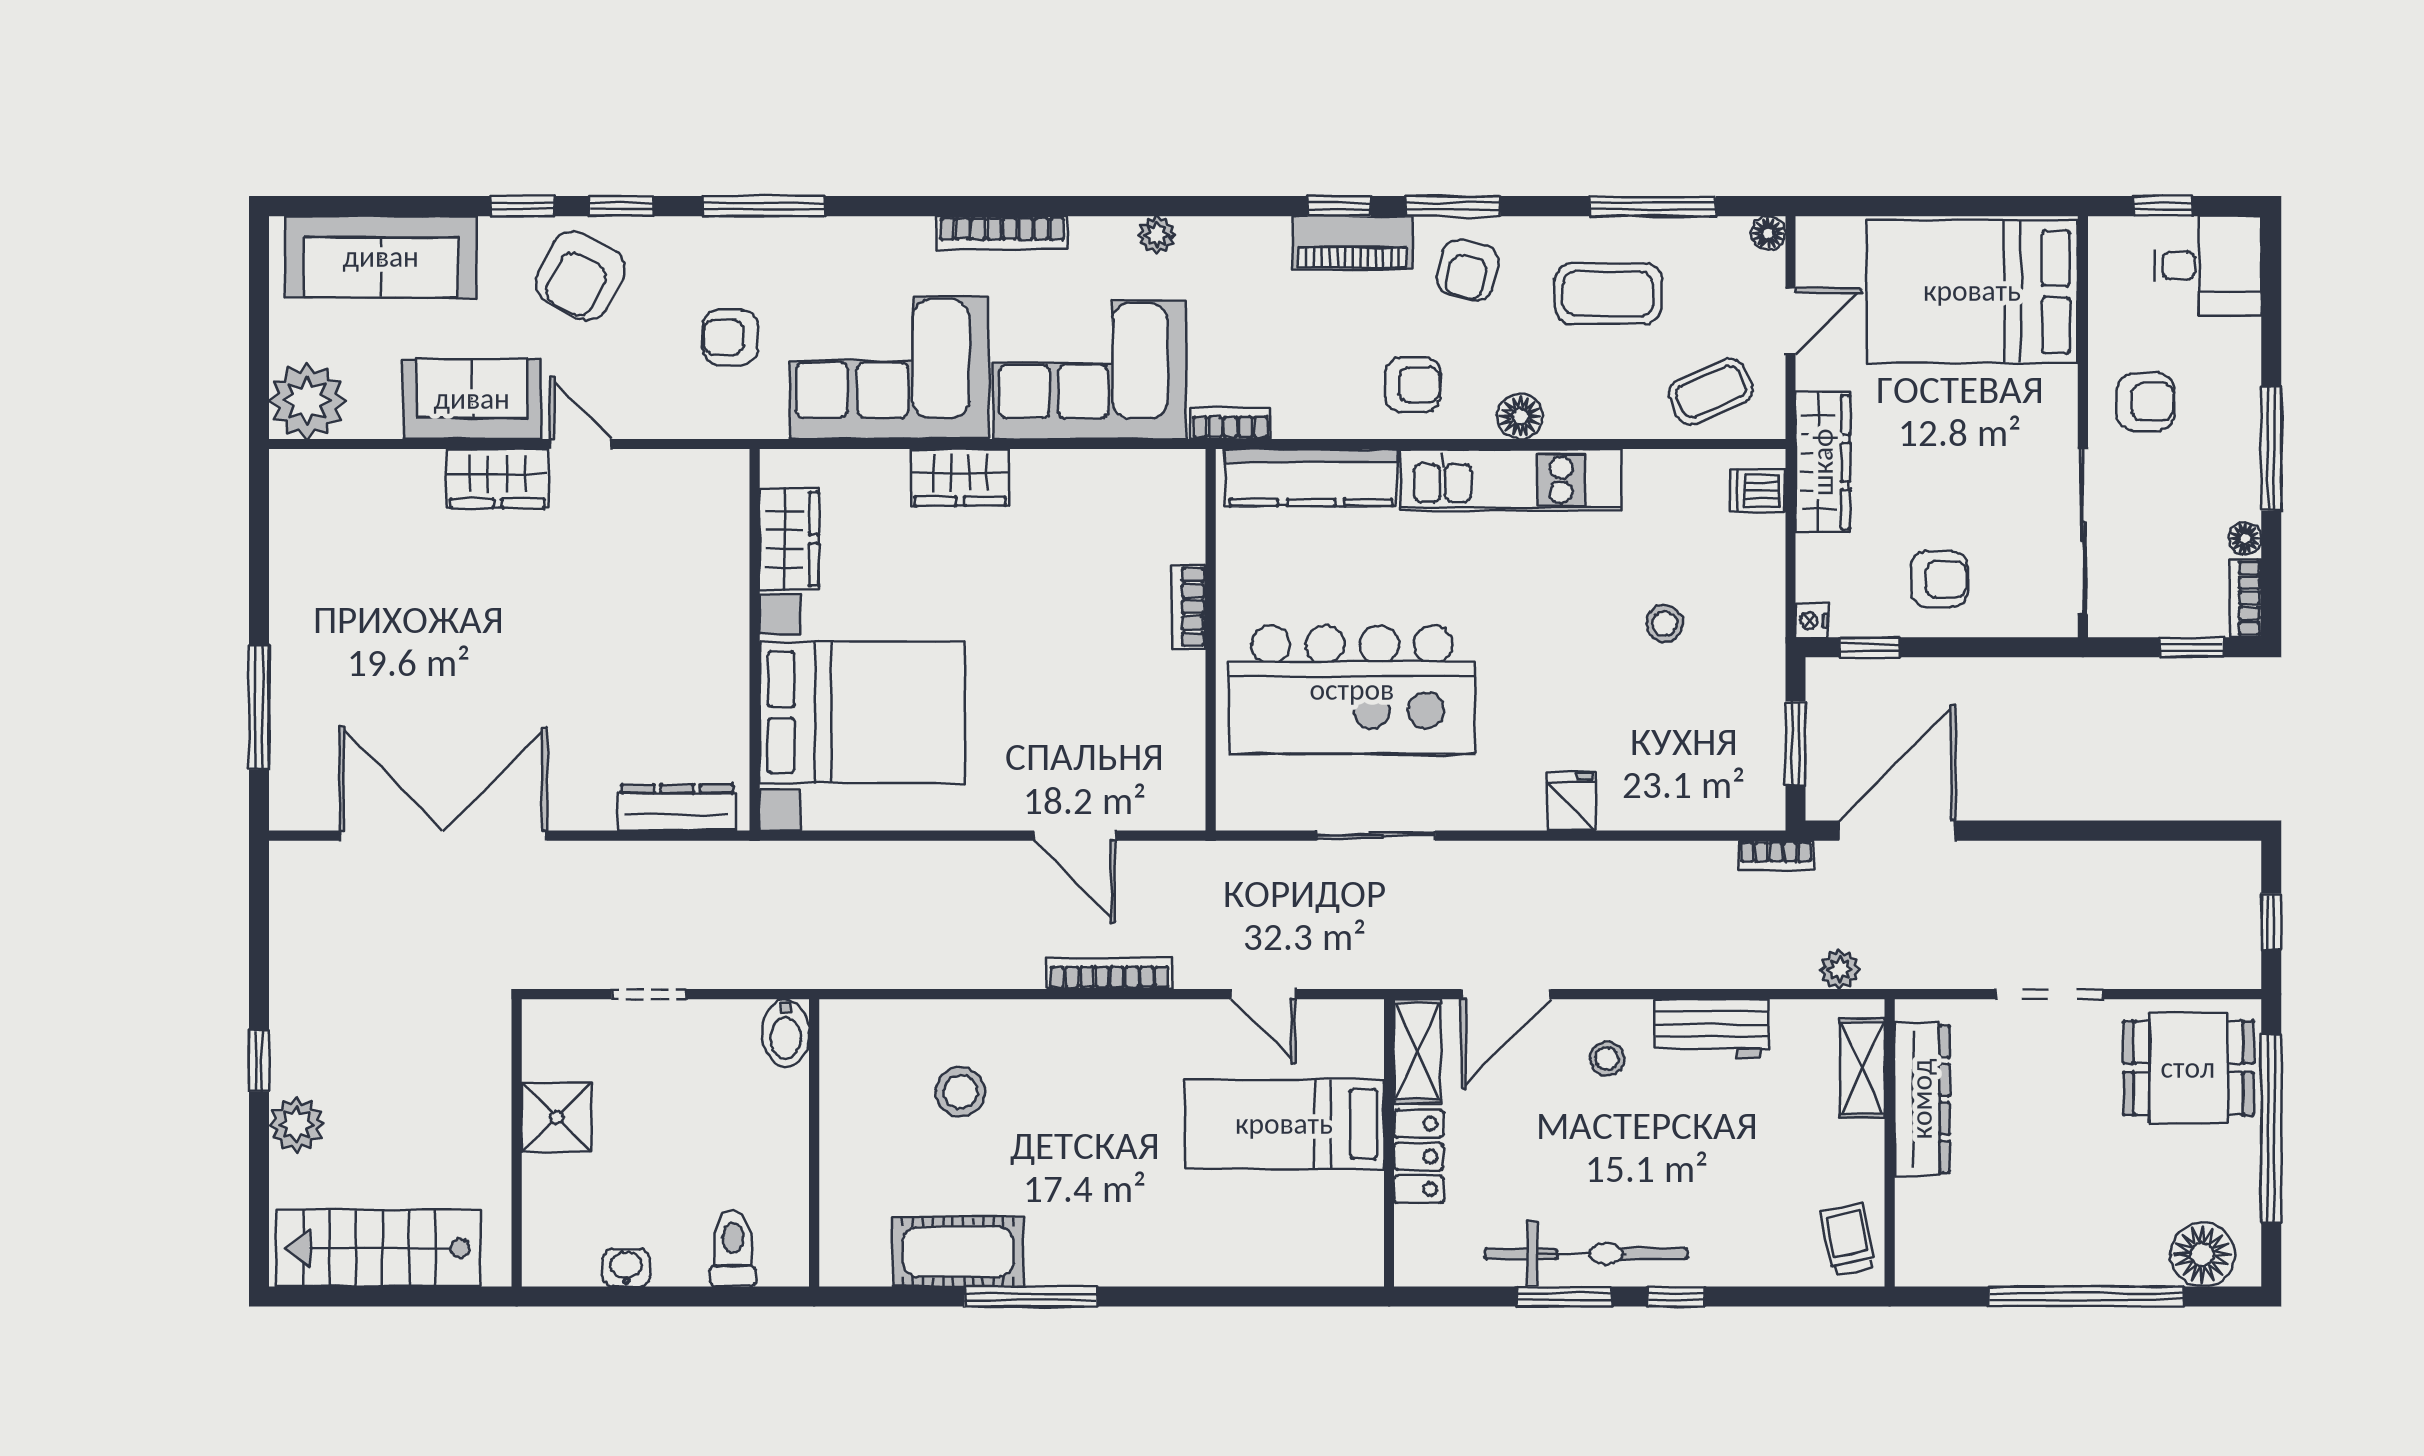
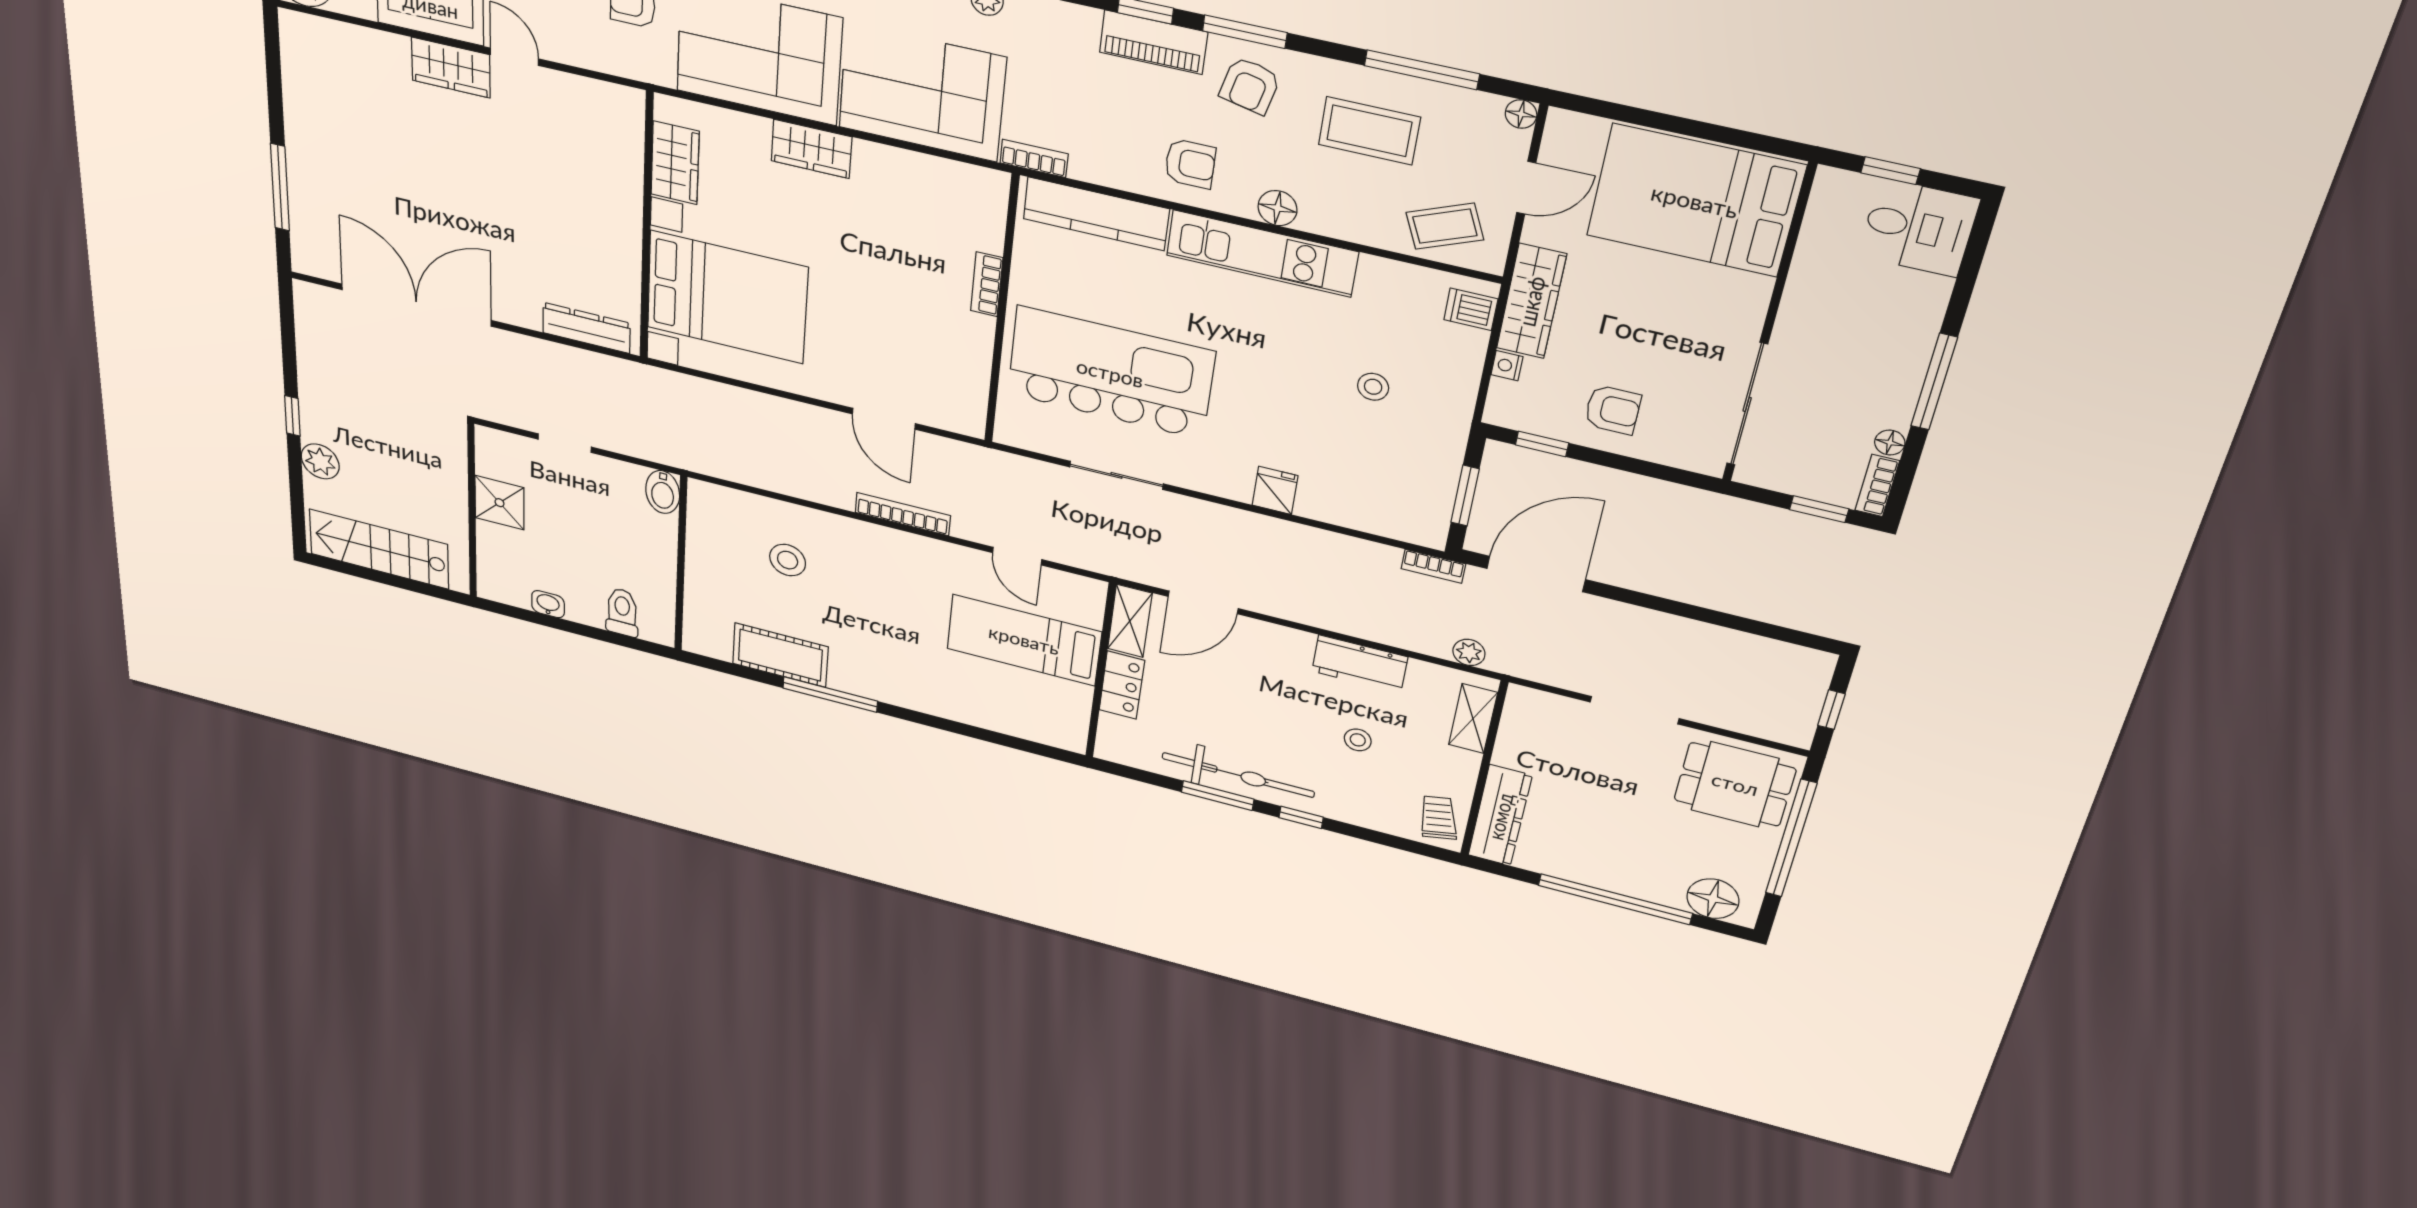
armchair: (2146, 402) -> (1830, 321), removed
nightstand: (1811, 621) -> (1507, 366), moved
kitchen island: (1352, 690) -> (1110, 373), turned 180
stool: (1607, 1059) -> (1358, 740), moved
dresser: (1922, 1099) -> (1500, 816), moved

